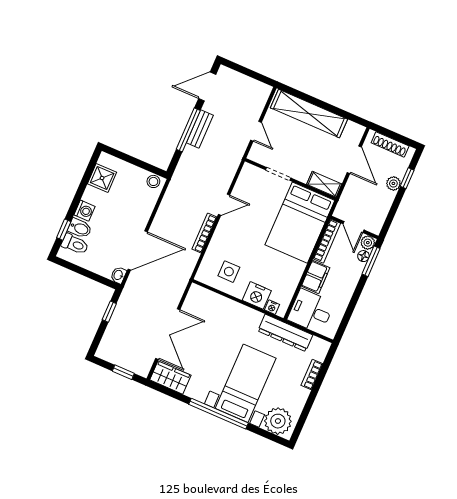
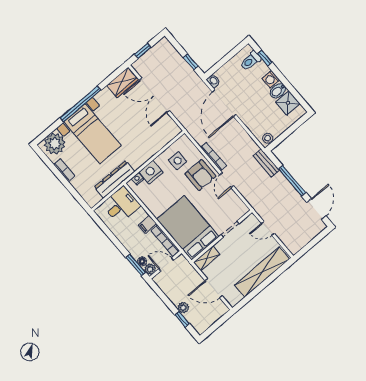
bench: (200, 129) -> (266, 163), moved
shoe rack: (390, 144) -> (212, 319), removed
bidet: (80, 228) -> (278, 91), moved
armchair: (233, 237) -> (200, 175), added
filing cabinet: (316, 277) -> (148, 224), width x0.50
bookcase: (312, 375) -> (64, 170), moved

